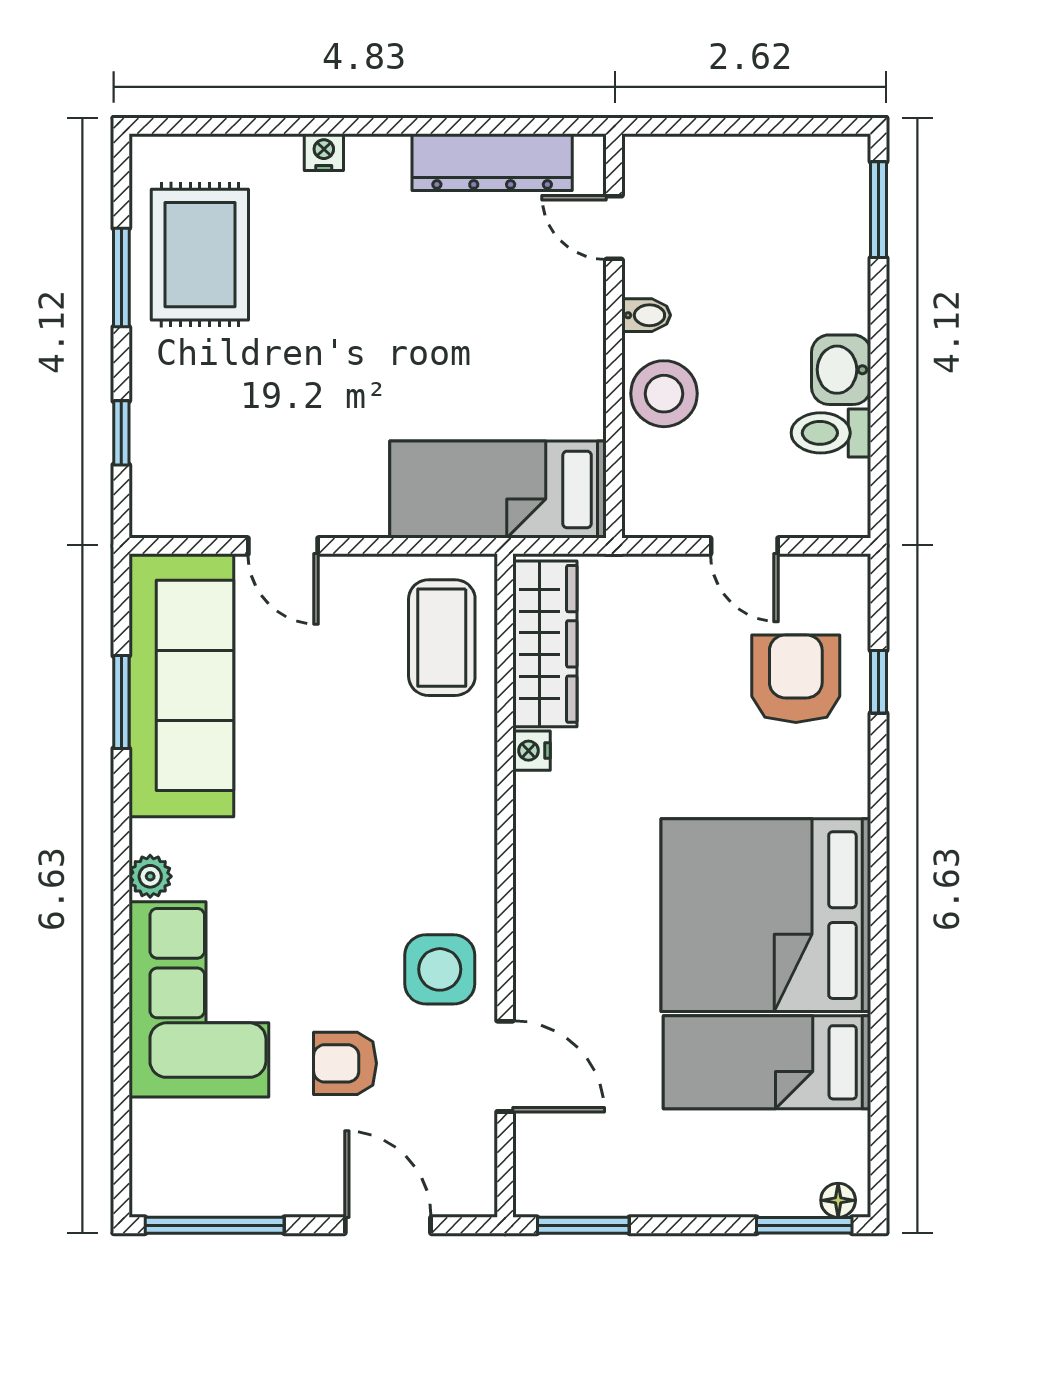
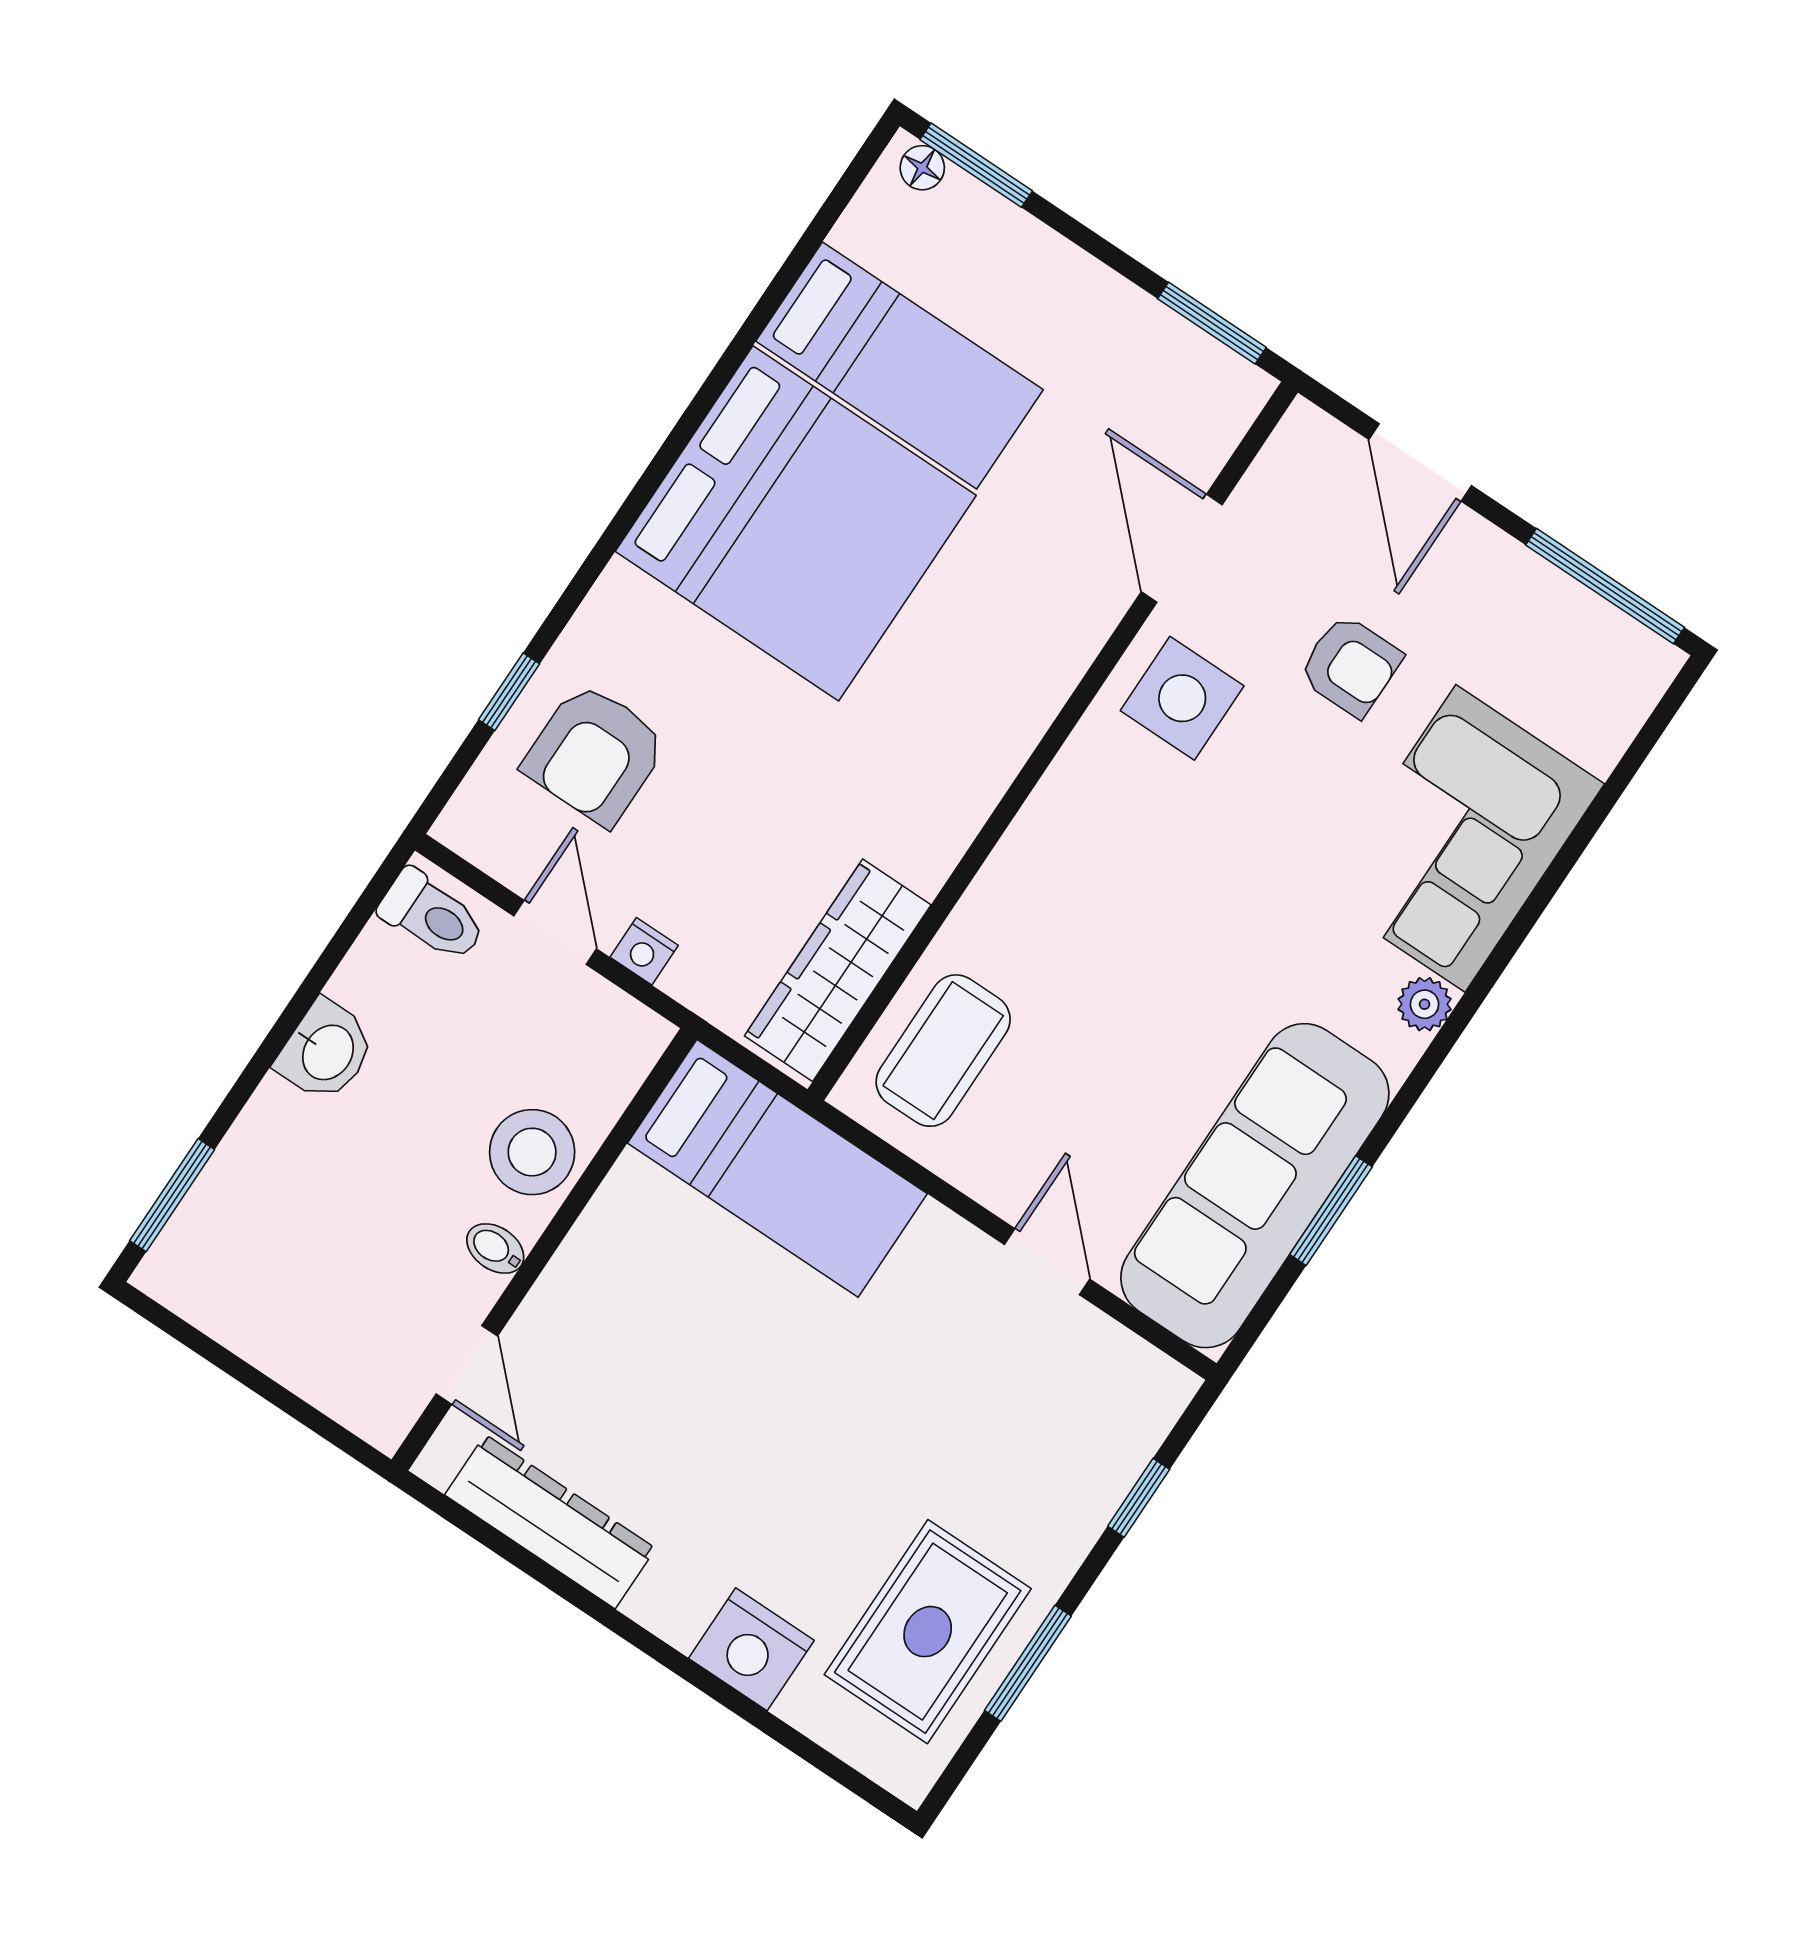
nightstand: (324, 152) -> (751, 1649), width x1.89, depth x1.79
toilet: (831, 433) -> (432, 916), moved
nightstand: (531, 751) -> (644, 951), moved, turned 90

